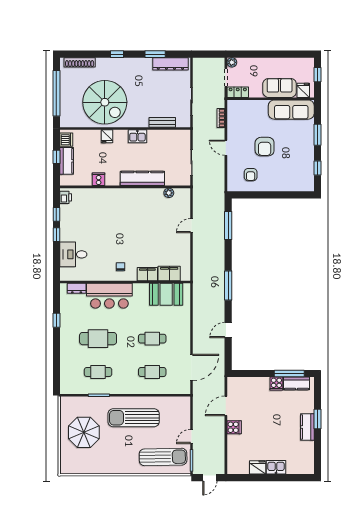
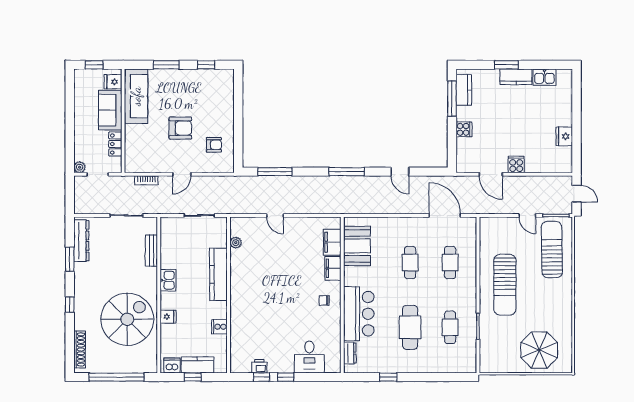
locker: (238, 92) -> (115, 144), moved
printer: (66, 197) -> (259, 366), moved
cooker: (276, 384) -> (464, 129), moved
parasol: (84, 432) -> (539, 350), moved
kitchen sink: (276, 467) -> (544, 77), moved, turned -90

